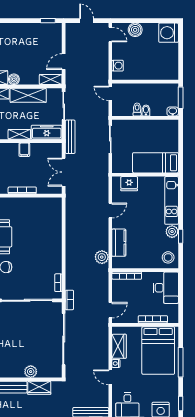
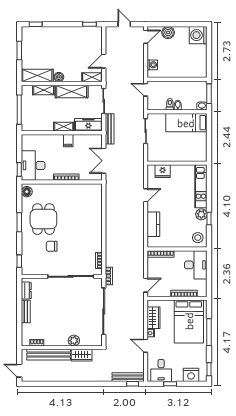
door: (110, 34) -> (146, 37), hinge flipped
bed: (156, 163) -> (186, 123), moved
plant: (102, 257) -> (138, 237), removed

